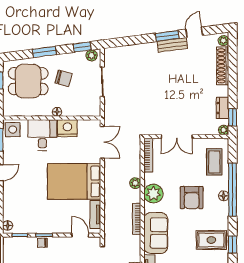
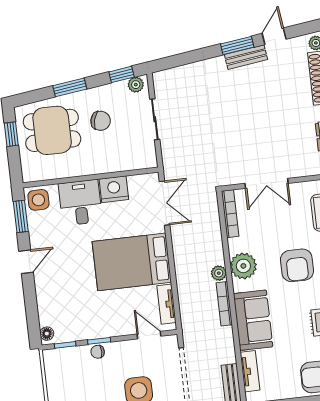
floor lamp: (57, 112) -> (97, 168), removed
plant: (135, 183) -> (219, 273), moved

